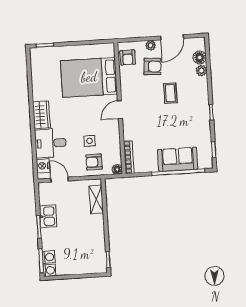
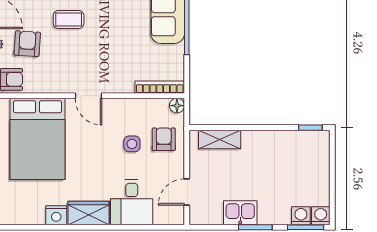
armchair: (94, 162) -> (164, 139), turned 180
nightstand: (43, 166) -> (56, 215), moved

